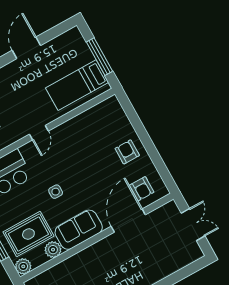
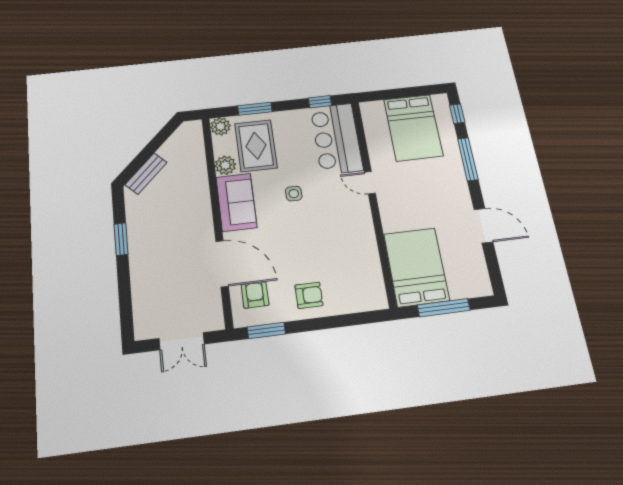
bed: (77, 85) -> (416, 267), width x1.50
door: (39, 133) -> (370, 183), moved
window: (163, 171) -> (266, 330), added
armchair: (142, 189) -> (255, 295), turned 90

